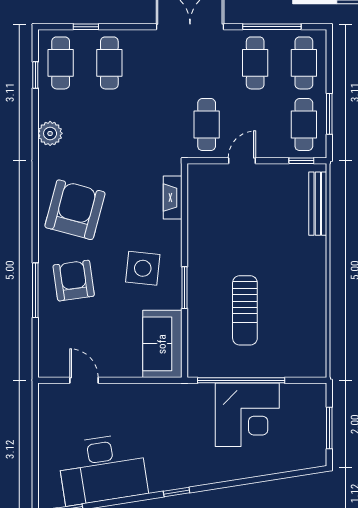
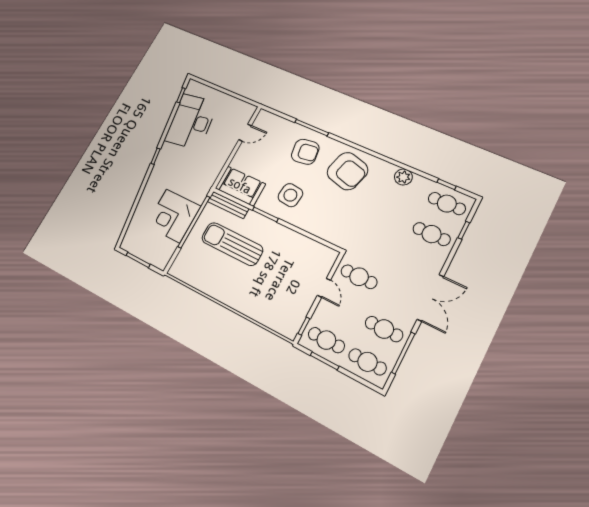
fireplace: (173, 198) -> (324, 233), removed
bench: (318, 204) -> (228, 205), moved
sun lounger: (245, 310) -> (232, 244), width x1.36, depth x1.34

